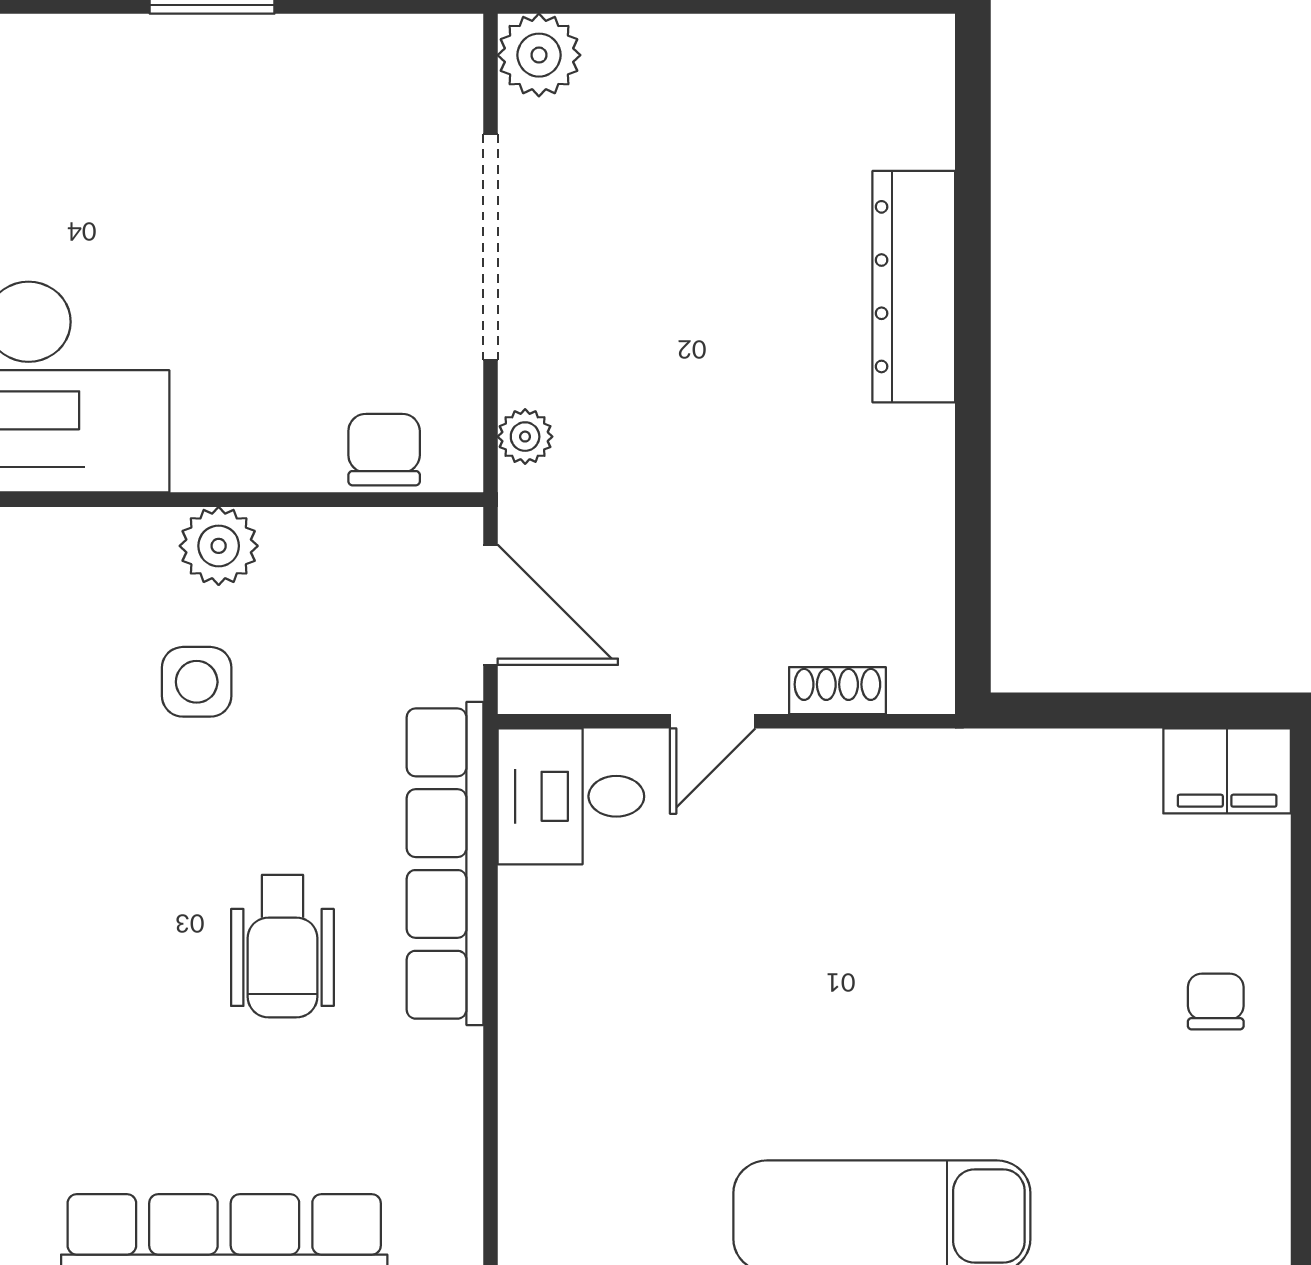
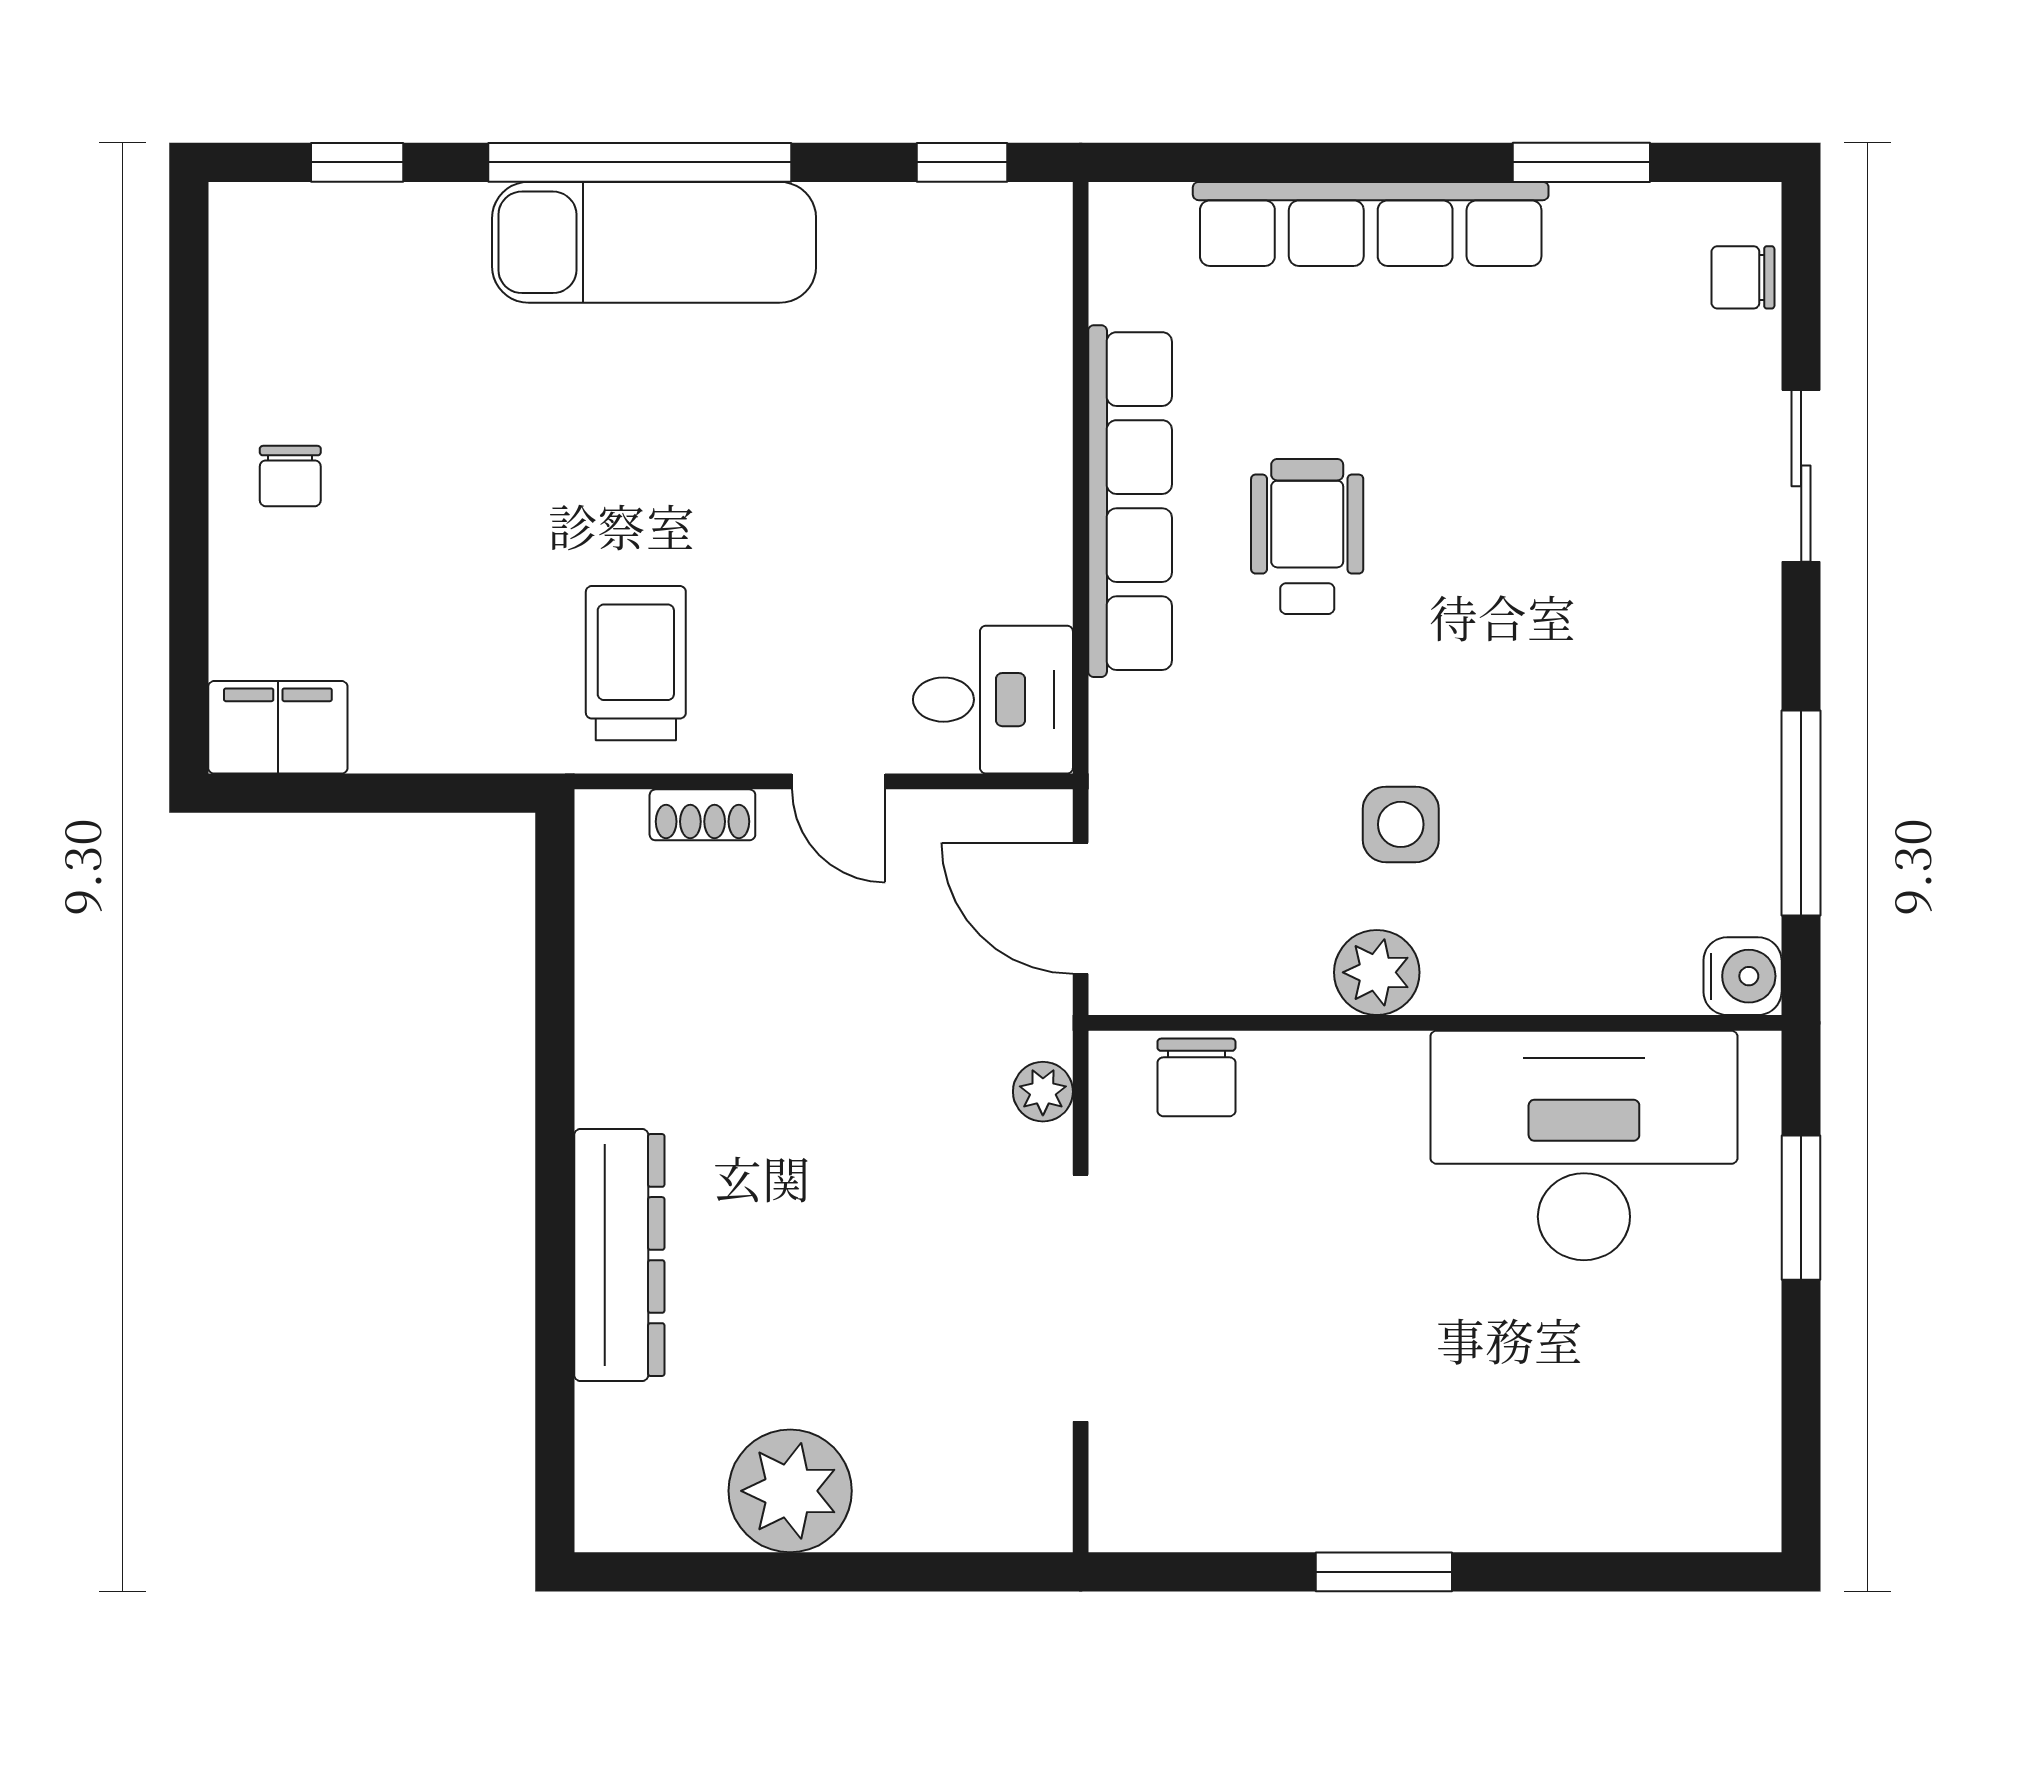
plant: (539, 55) -> (790, 1491), moved, width x1.36, depth x1.36
door: (713, 721) -> (838, 781), swing flipped
trolley: (899, 830) -> (636, 663), added
row of seats: (445, 864) -> (1130, 501), moved

